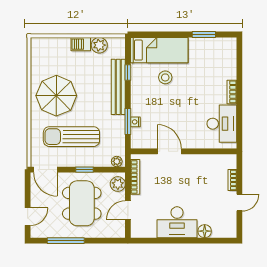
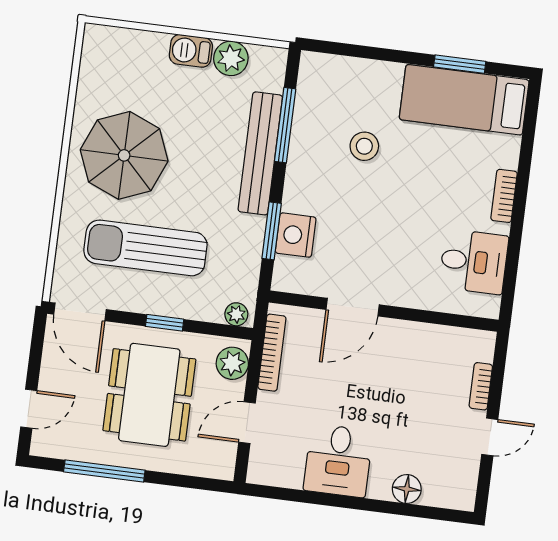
bed: (159, 50) -> (464, 100), moved, turned 180
window: (128, 72) -> (285, 125), width x2.17
nightstand: (135, 122) -> (296, 235), width x1.89, depth x1.79
desk: (222, 124) -> (474, 262), width x0.73
door: (169, 151) -> (353, 307), swing flipped
desk: (177, 222) -> (338, 461), width x0.73

